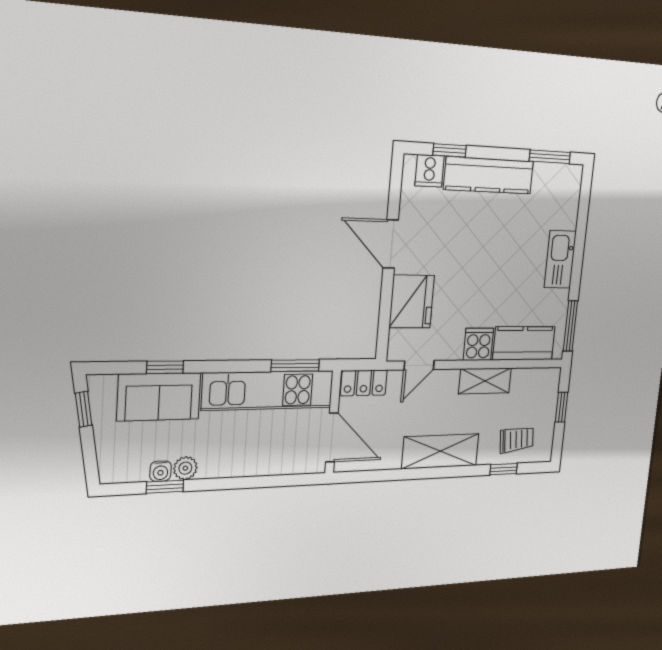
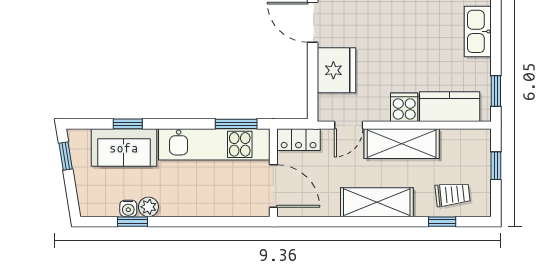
window: (570, 326) -> (496, 91), width x0.67
shelving: (485, 381) -> (402, 144), width x1.50, depth x1.33

